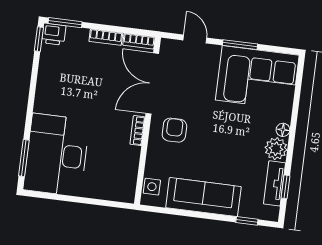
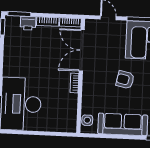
printer: (54, 34) -> (28, 23), moved
armchair: (174, 130) -> (125, 80), moved, turned -78

